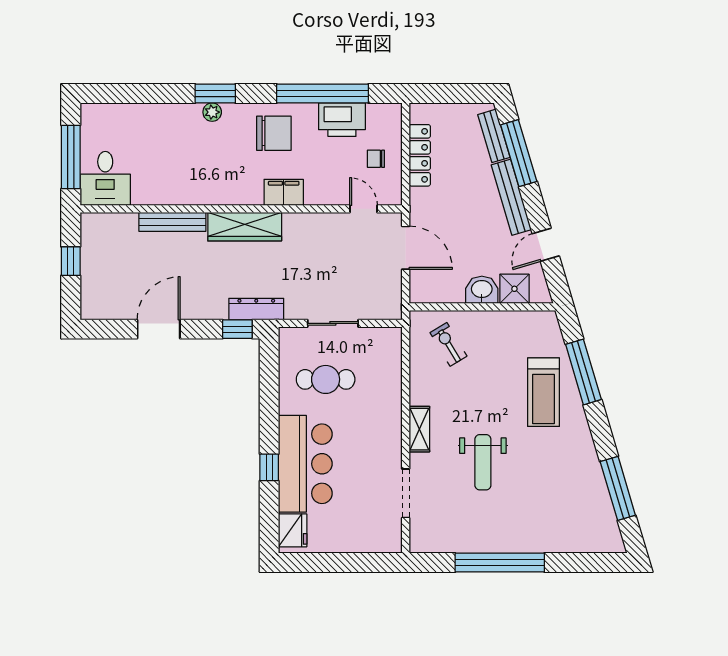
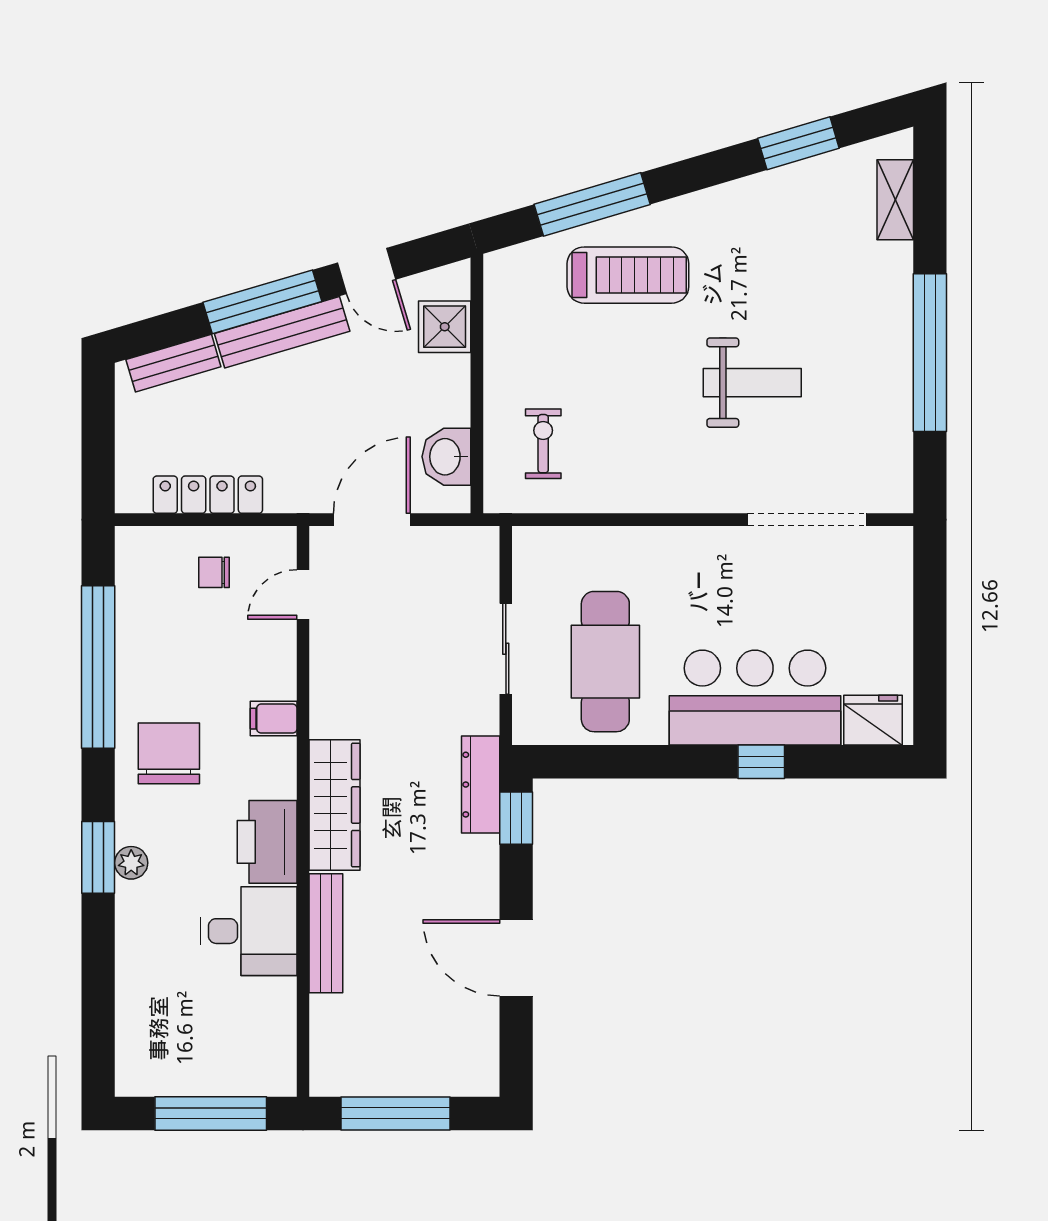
printer: (342, 120) -> (267, 842), moved, turned 180
window: (519, 153) -> (262, 302), moved
chair: (376, 159) -> (214, 572), turned 90
desk: (105, 178) -> (249, 931), moved
filing cabinet: (284, 192) -> (274, 719), width x0.50
window: (71, 261) -> (396, 1113), width x2.17
washbasin: (482, 290) -> (446, 457), moved
exercise bike: (448, 344) -> (543, 444), turned 121
cafe table: (326, 379) -> (605, 662), width x1.37, depth x1.35
shelving: (419, 429) -> (895, 200), moved, turned 90
window: (618, 488) -> (798, 143), width x0.69
doorway: (406, 493) -> (807, 520), width x1.36

